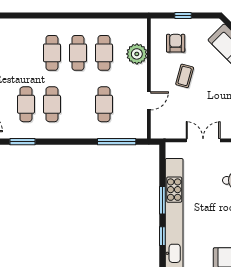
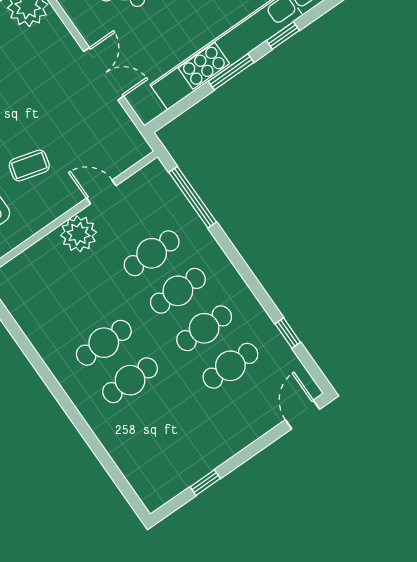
cafe table: (104, 53) -> (178, 291), moved
plant: (137, 54) -> (79, 234), moved
double door: (203, 140) -> (104, 74), swing flipped
window: (23, 142) -> (288, 333), width x0.67

